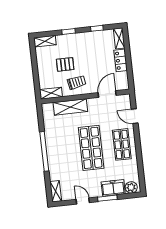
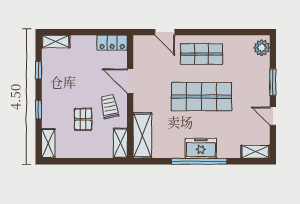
locker: (121, 60) -> (112, 43), moved
door: (107, 94) -> (130, 81), moved
shelving: (70, 107) -> (142, 135), moved
door: (135, 116) -> (165, 32), hinge flipped
freezer: (113, 188) -> (201, 148), moved, turned 90
door: (83, 201) -> (273, 116), hinge flipped

